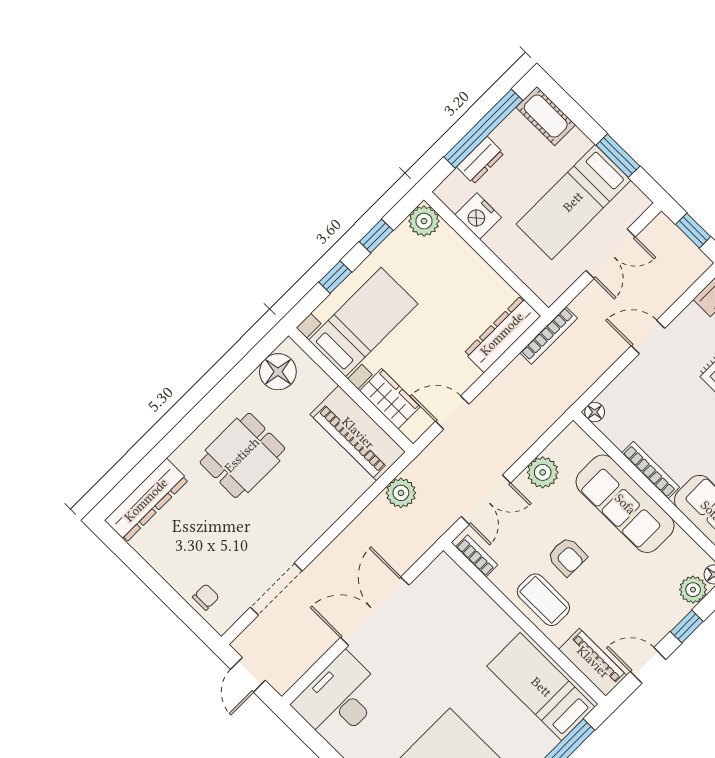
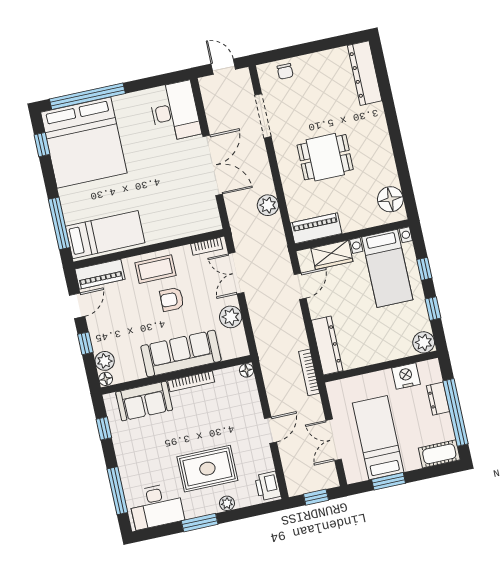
piano: (358, 433) -> (316, 228), width x0.73, depth x0.75
dining table: (242, 455) -> (325, 157), moved, turned 90
plant: (401, 493) -> (268, 205), moved

